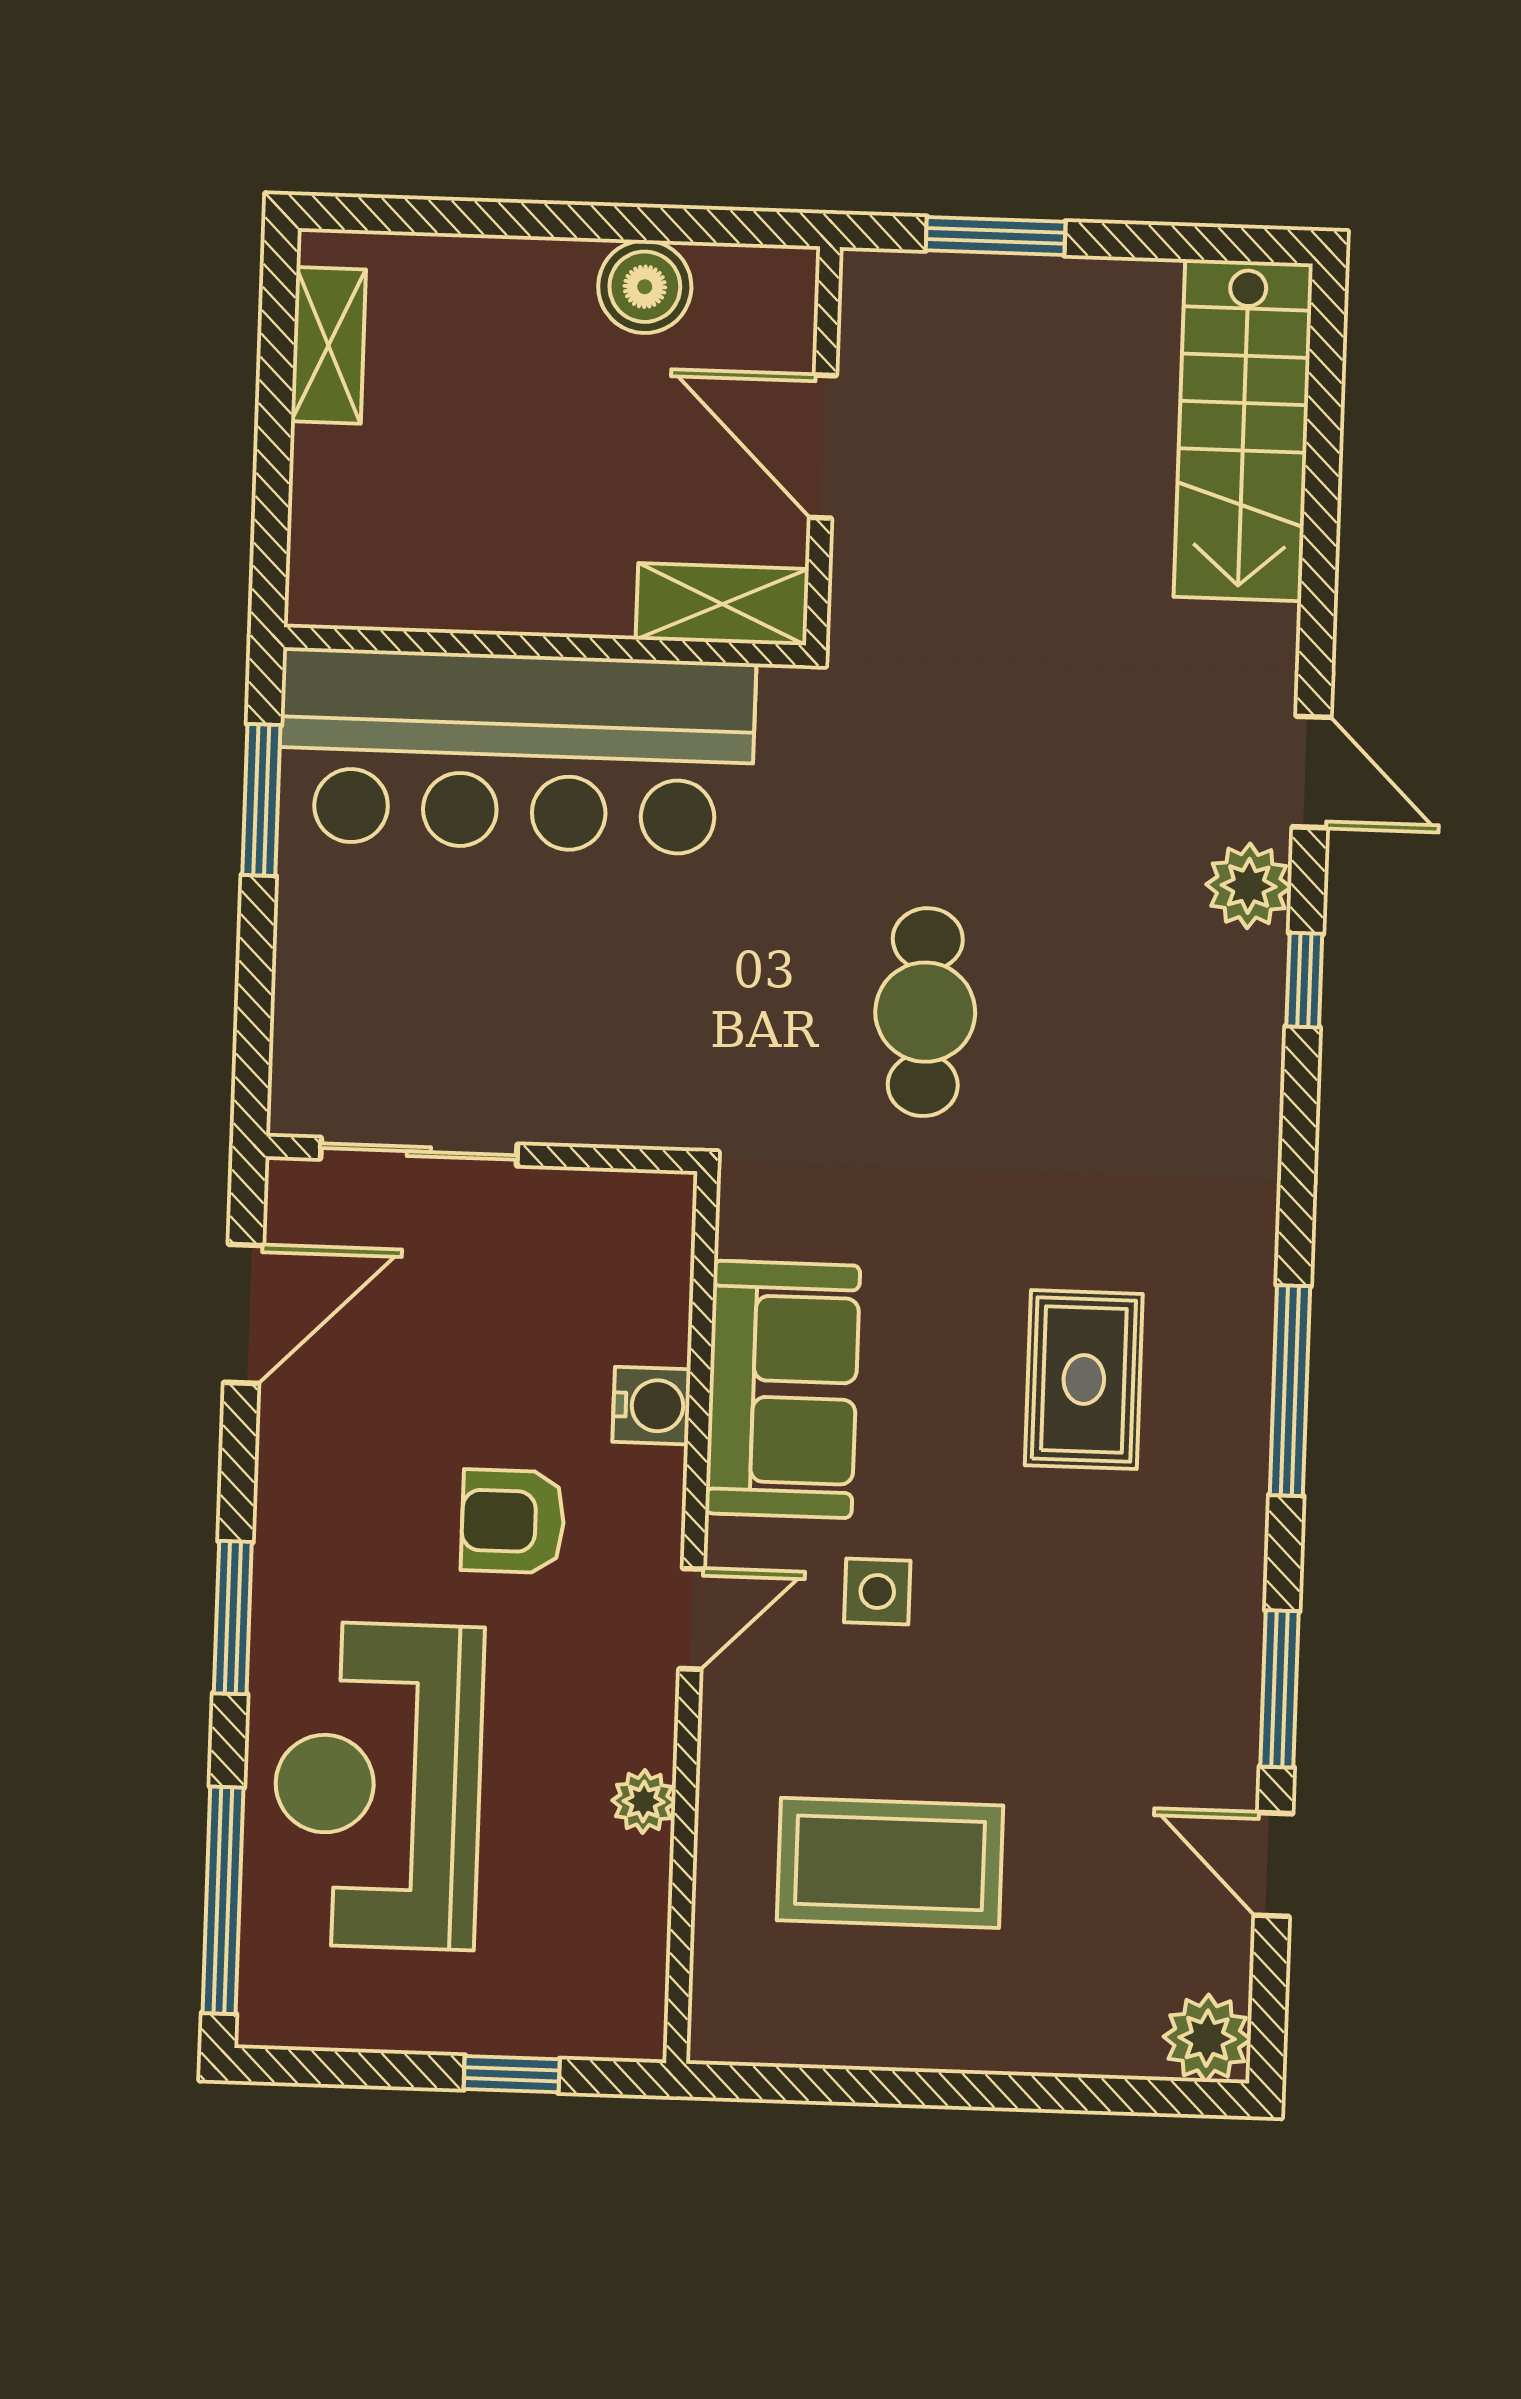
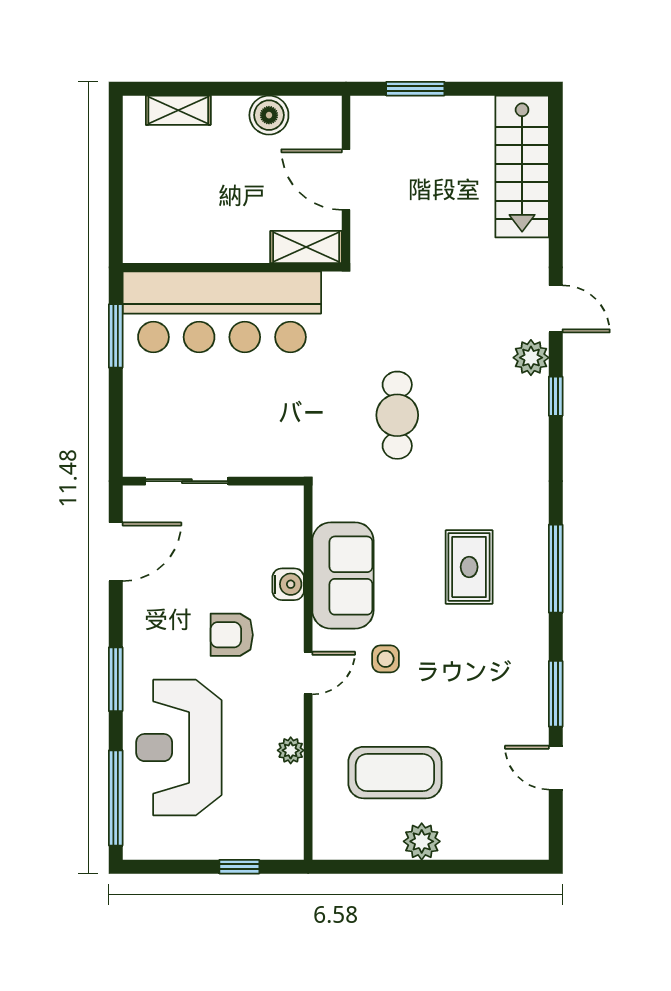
shelving: (328, 345) -> (178, 110), moved, turned 90
plant: (1207, 2038) -> (422, 841), moved

